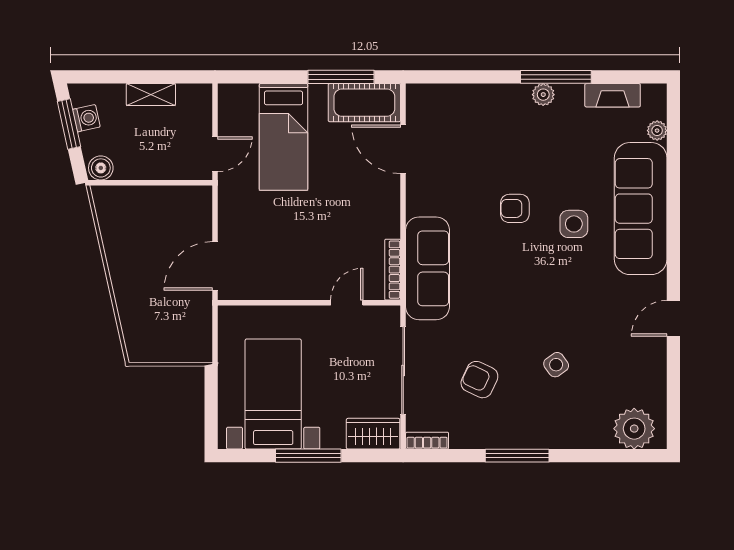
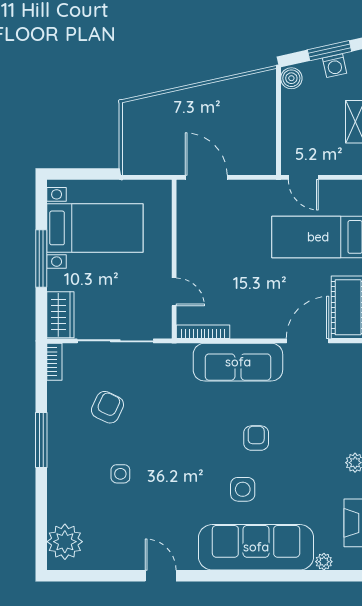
sofa: (428, 268) -> (238, 362), moved
side table: (556, 365) -> (120, 474), turned 36

